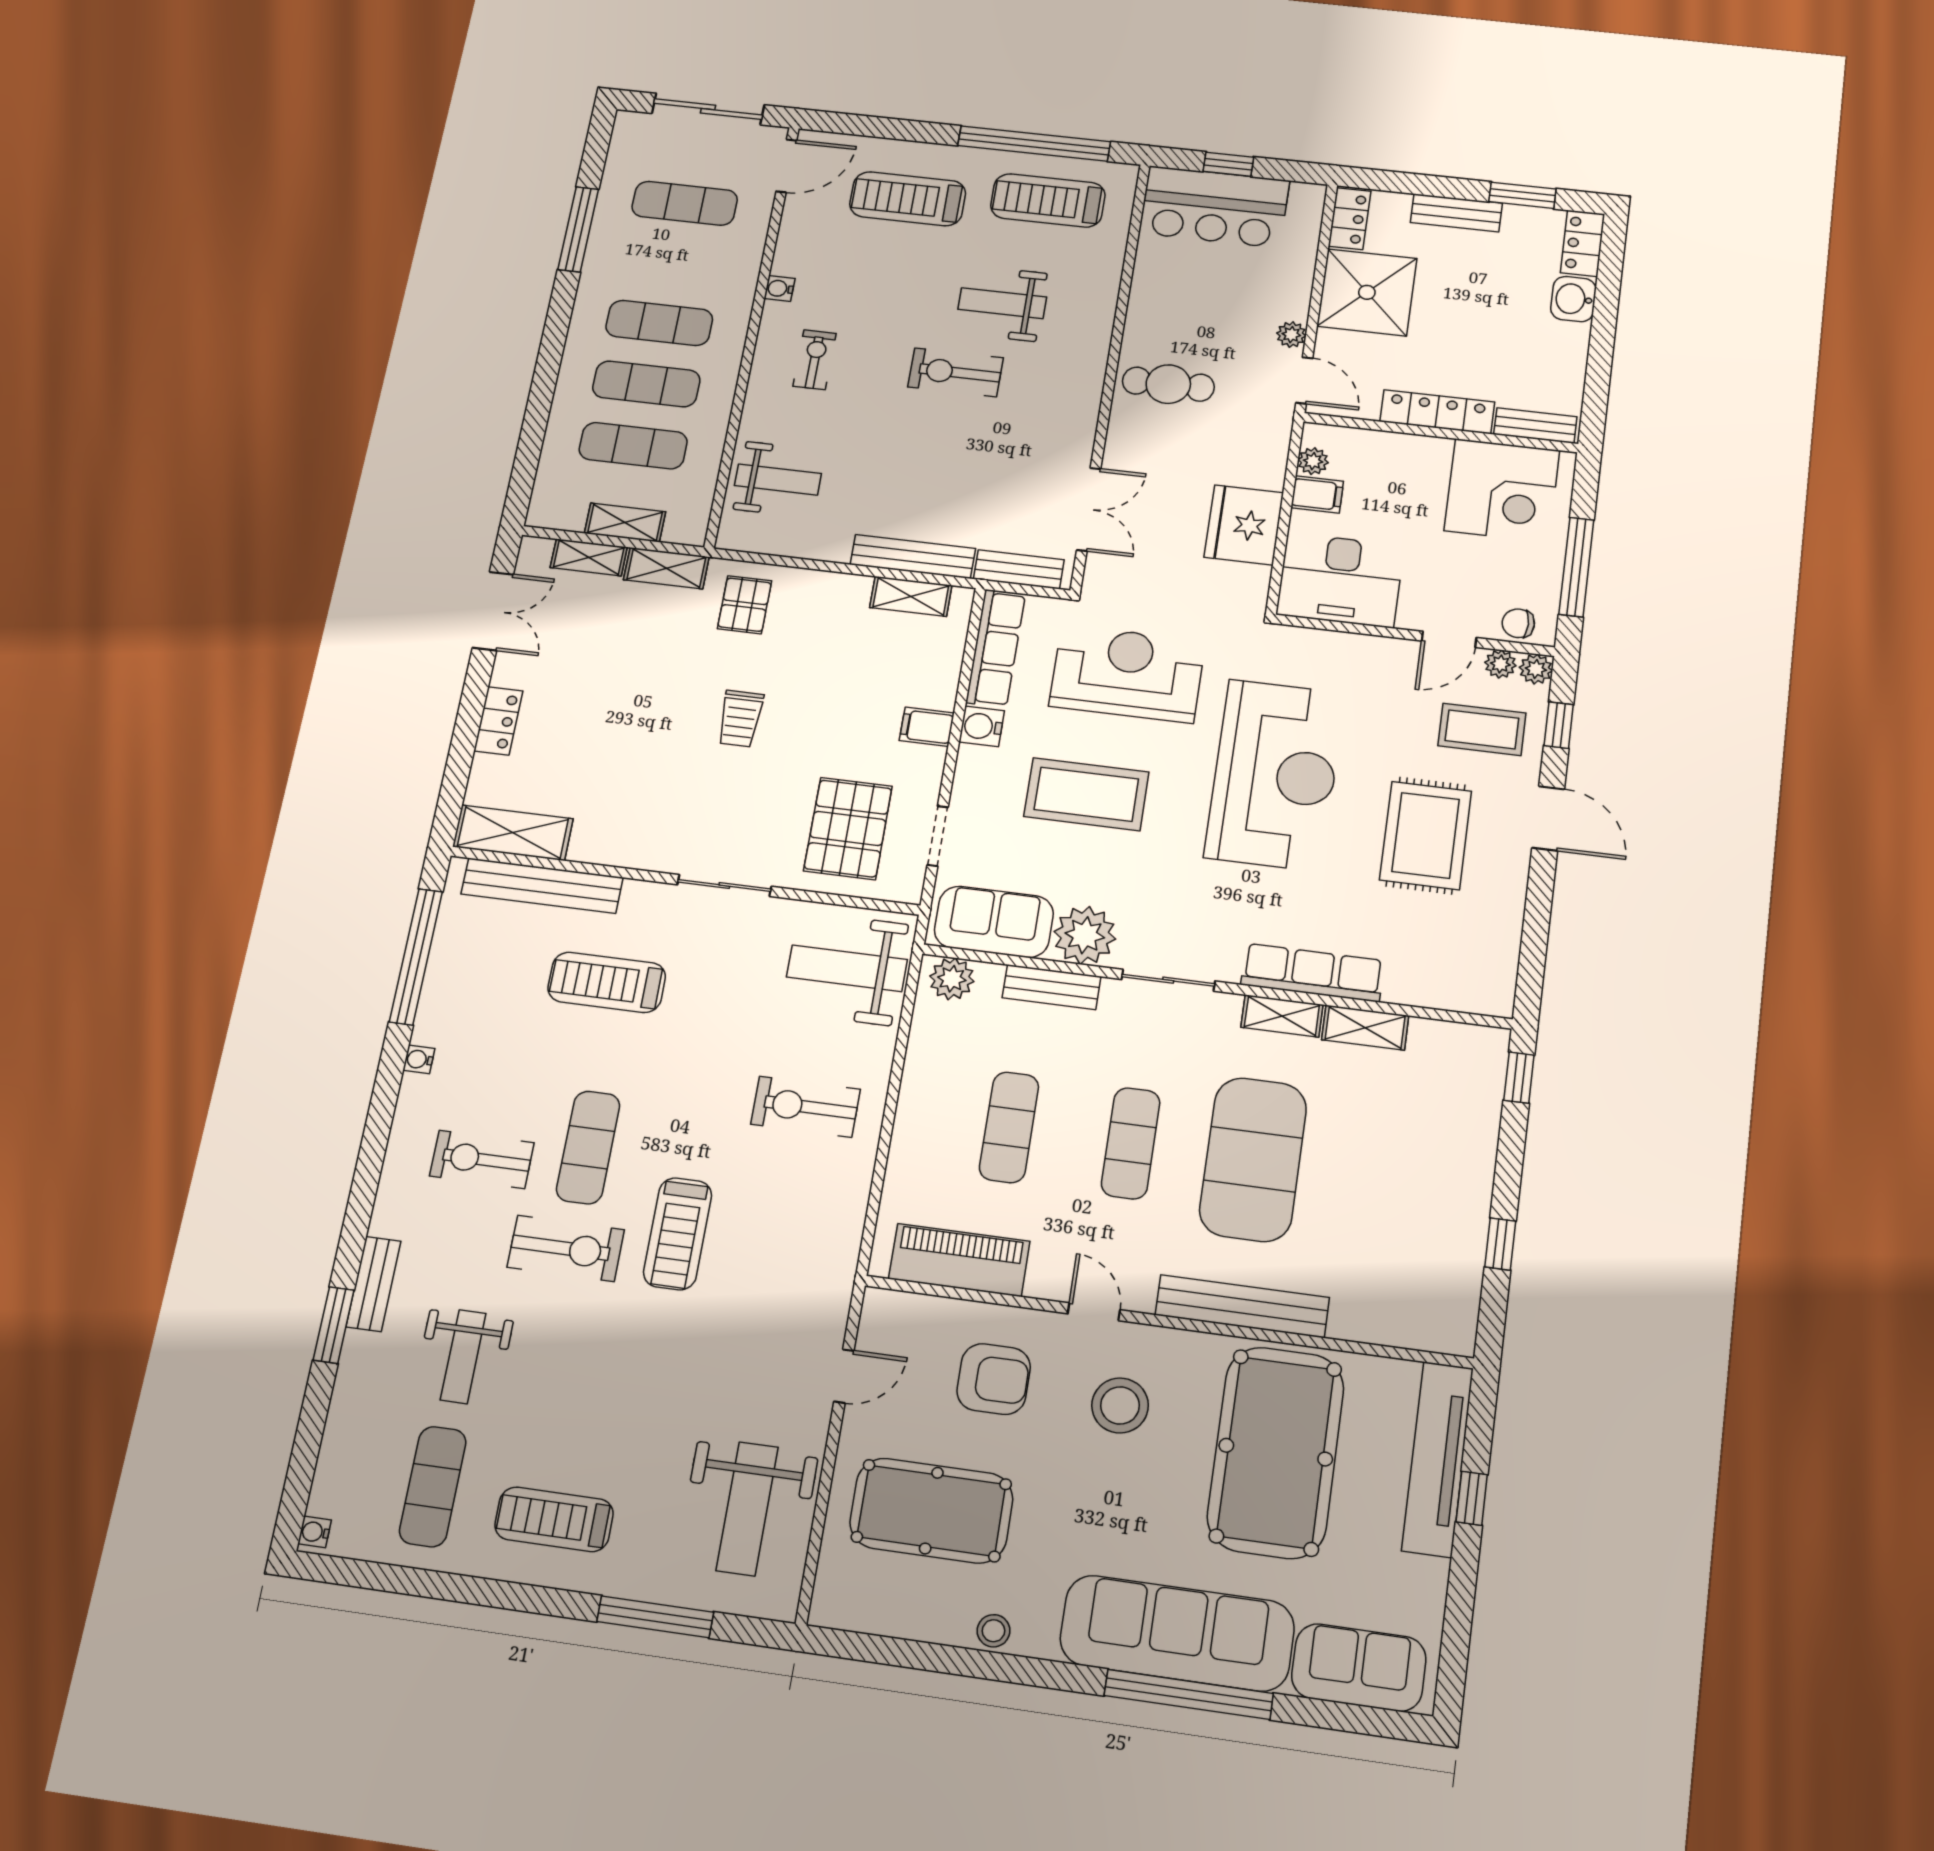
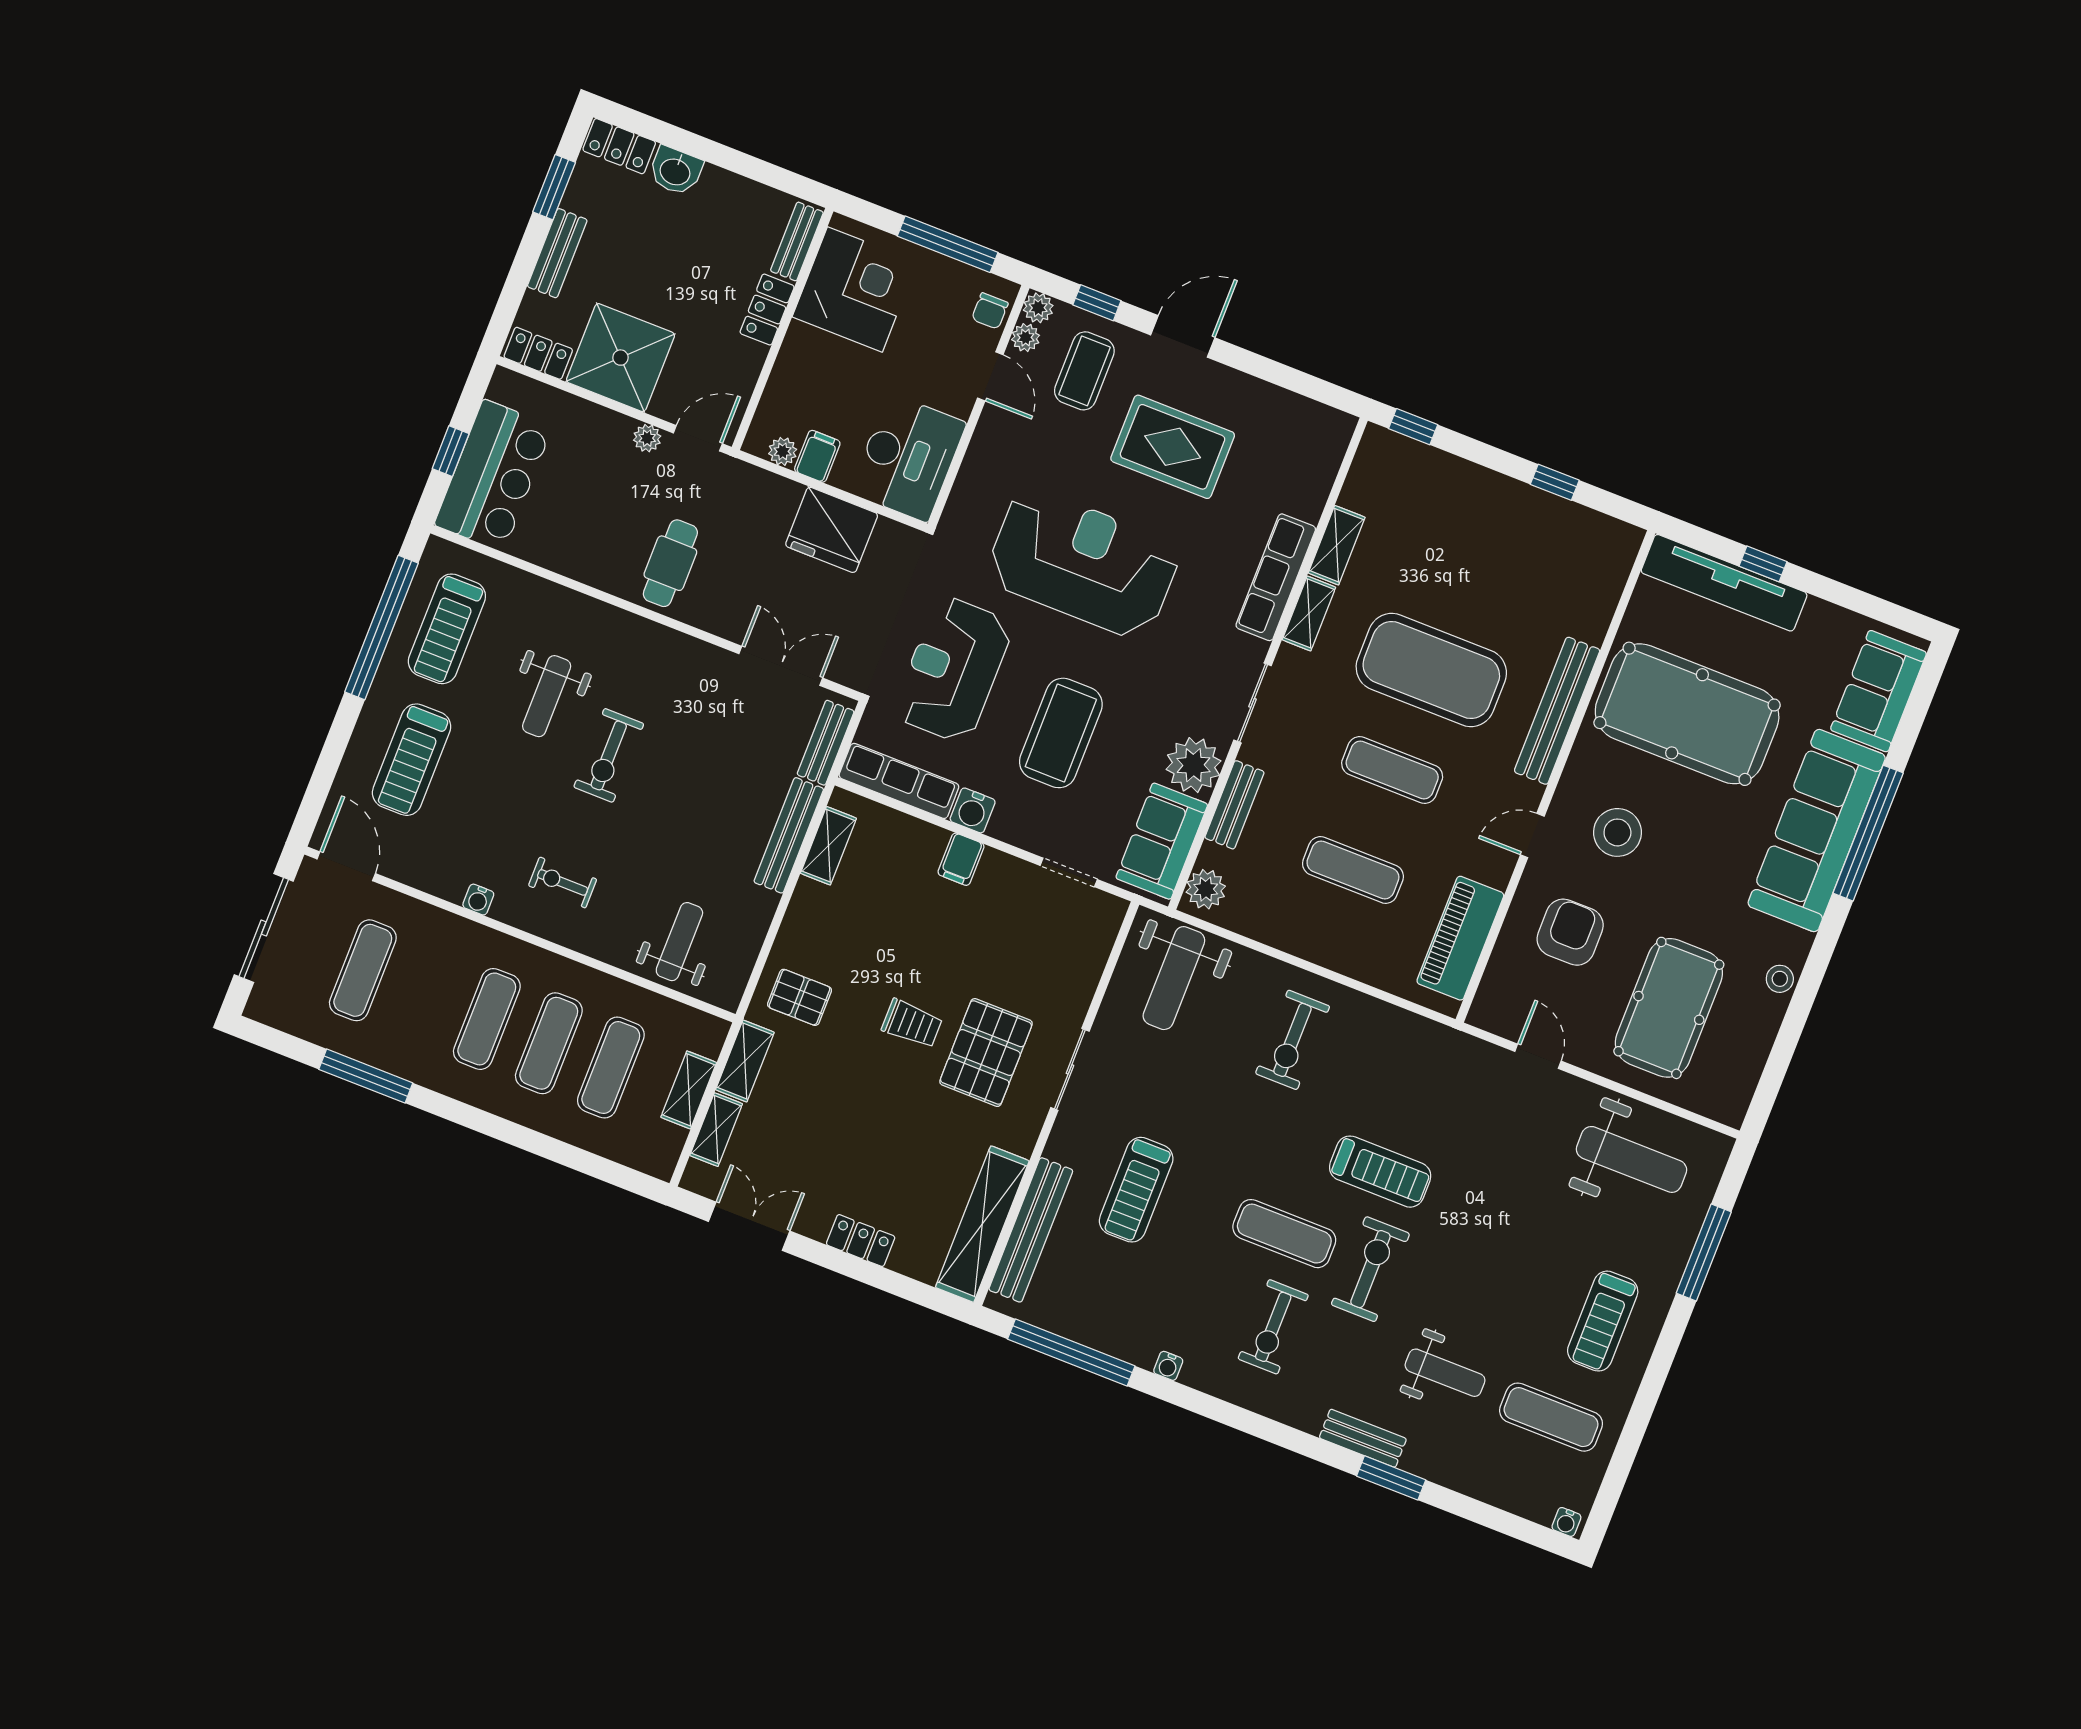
locker: (1437, 412) -> (767, 310), width x0.66
pallet: (848, 828) -> (986, 1053), moved, turned 90
shelving: (513, 833) -> (982, 1224), width x1.47

